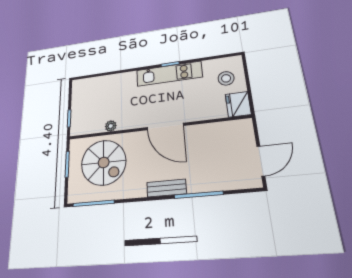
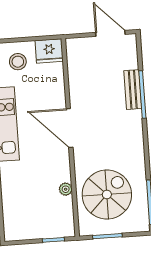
door: (165, 127) -> (70, 128), swing flipped
bench: (166, 188) -> (133, 90), moved

